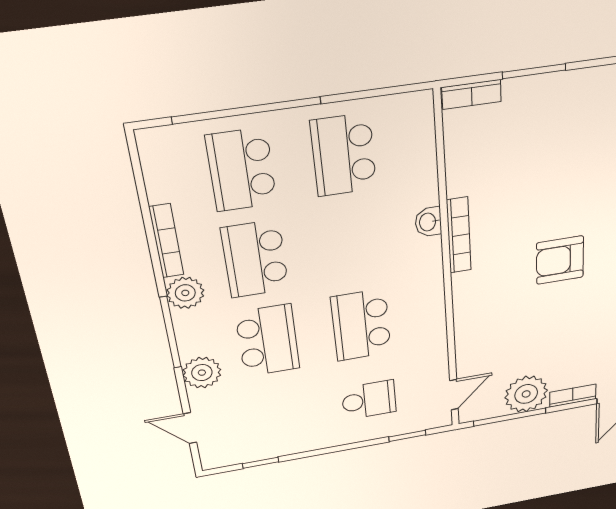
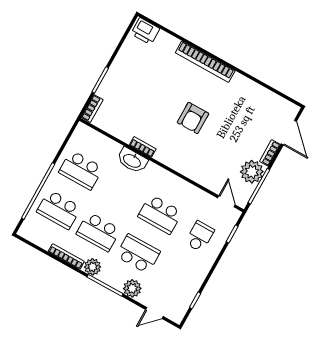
washbasin: (428, 222) -> (132, 160), width x1.91, depth x1.45
bookcase: (459, 235) -> (143, 147), width x0.64

